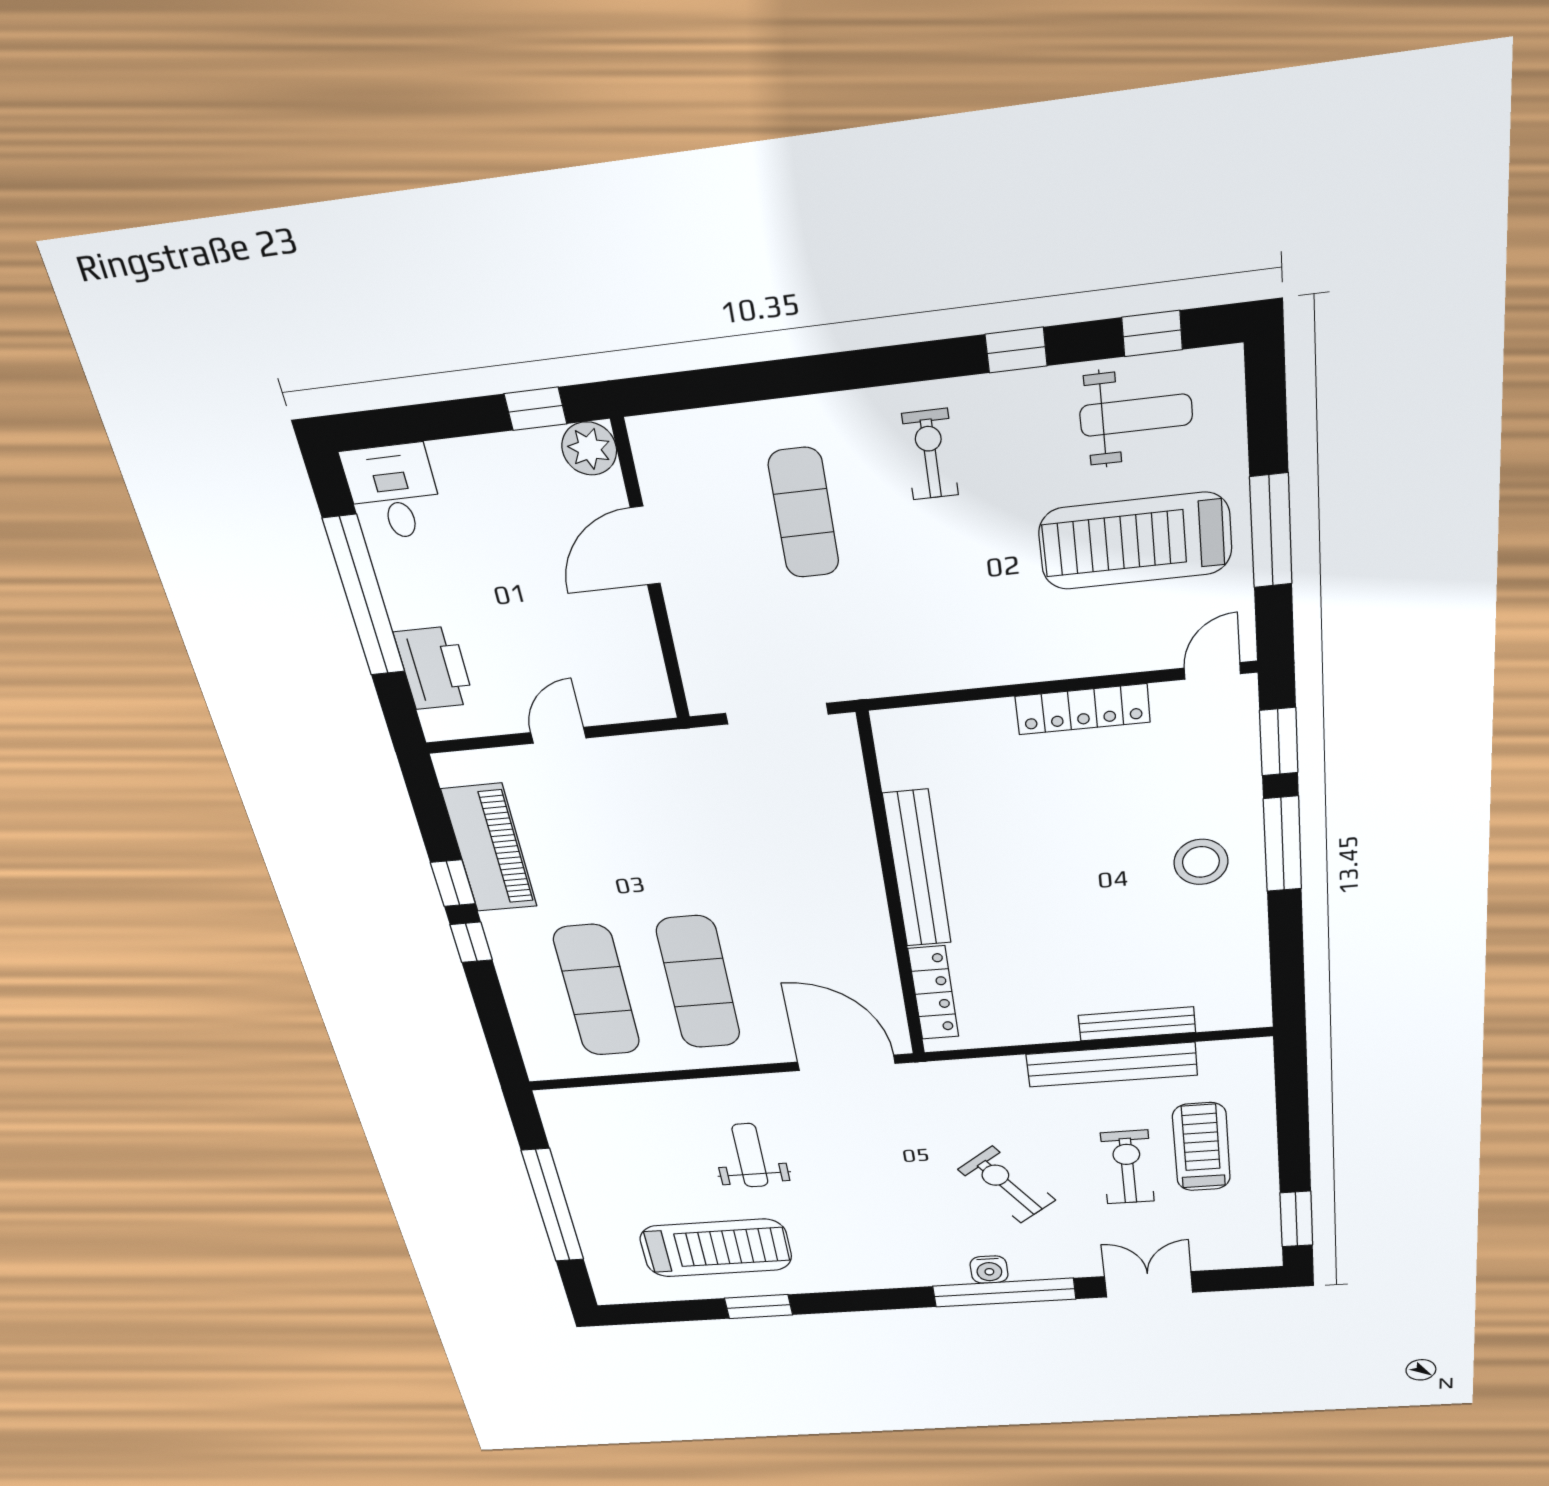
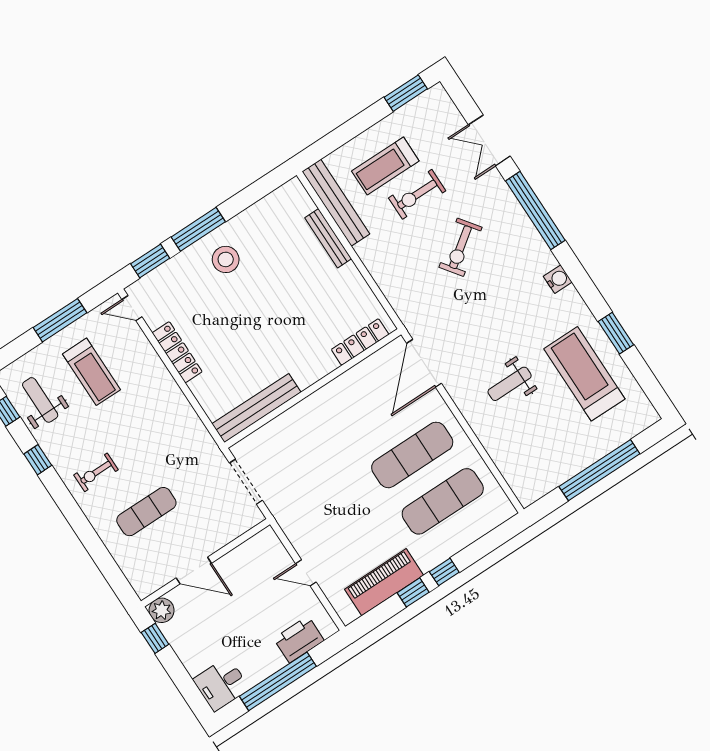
treadmill: (1135, 541) -> (91, 372), width x0.73, depth x0.73
bench: (917, 869) -> (256, 408), moved
bench: (1112, 1065) -> (336, 203), moved
water cooler: (989, 1270) -> (558, 279), moved

